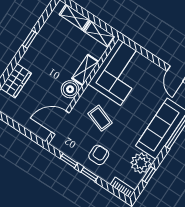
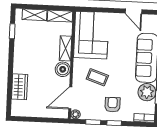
window: (30, 39) -> (12, 31), moved
plant: (56, 142) -> (76, 114), added

